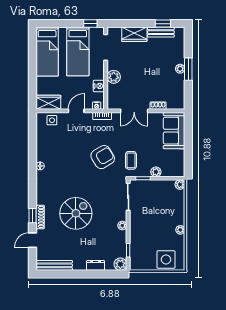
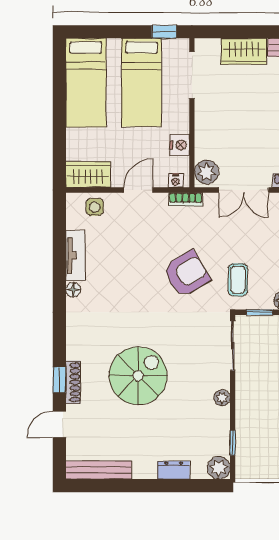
plant: (114, 77) -> (207, 172), moved
tv unit: (41, 147) -> (75, 256), added

